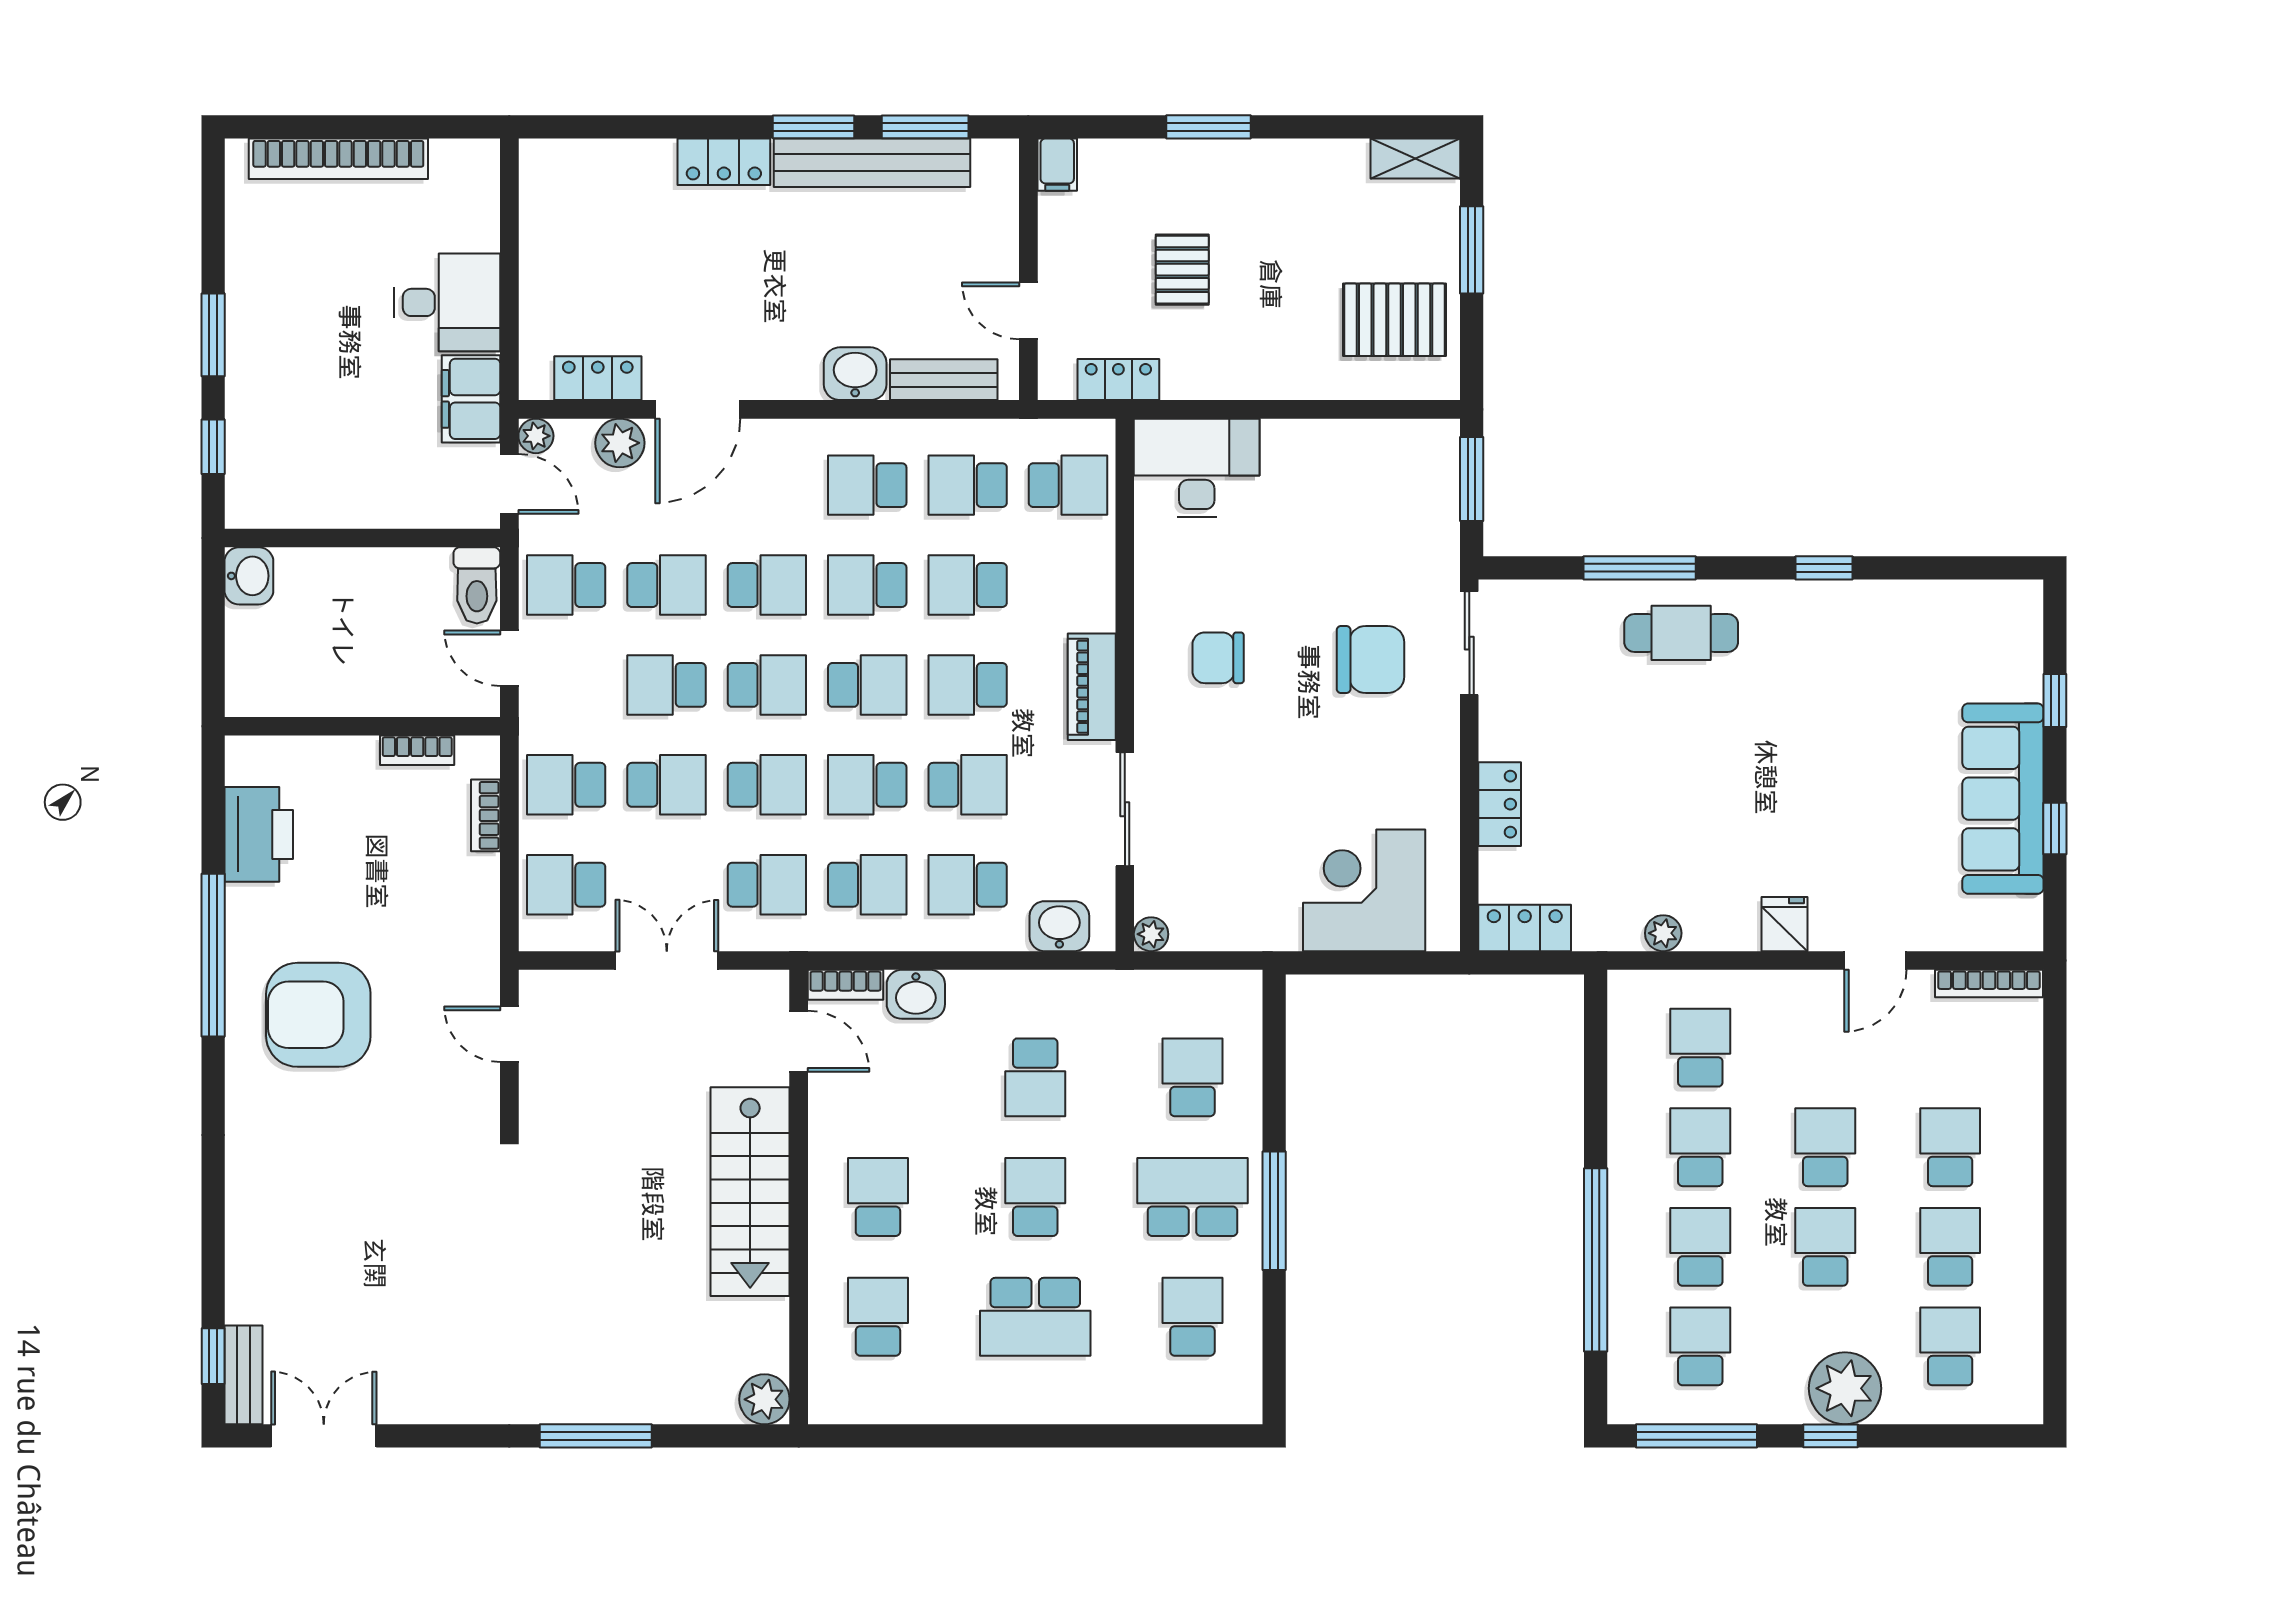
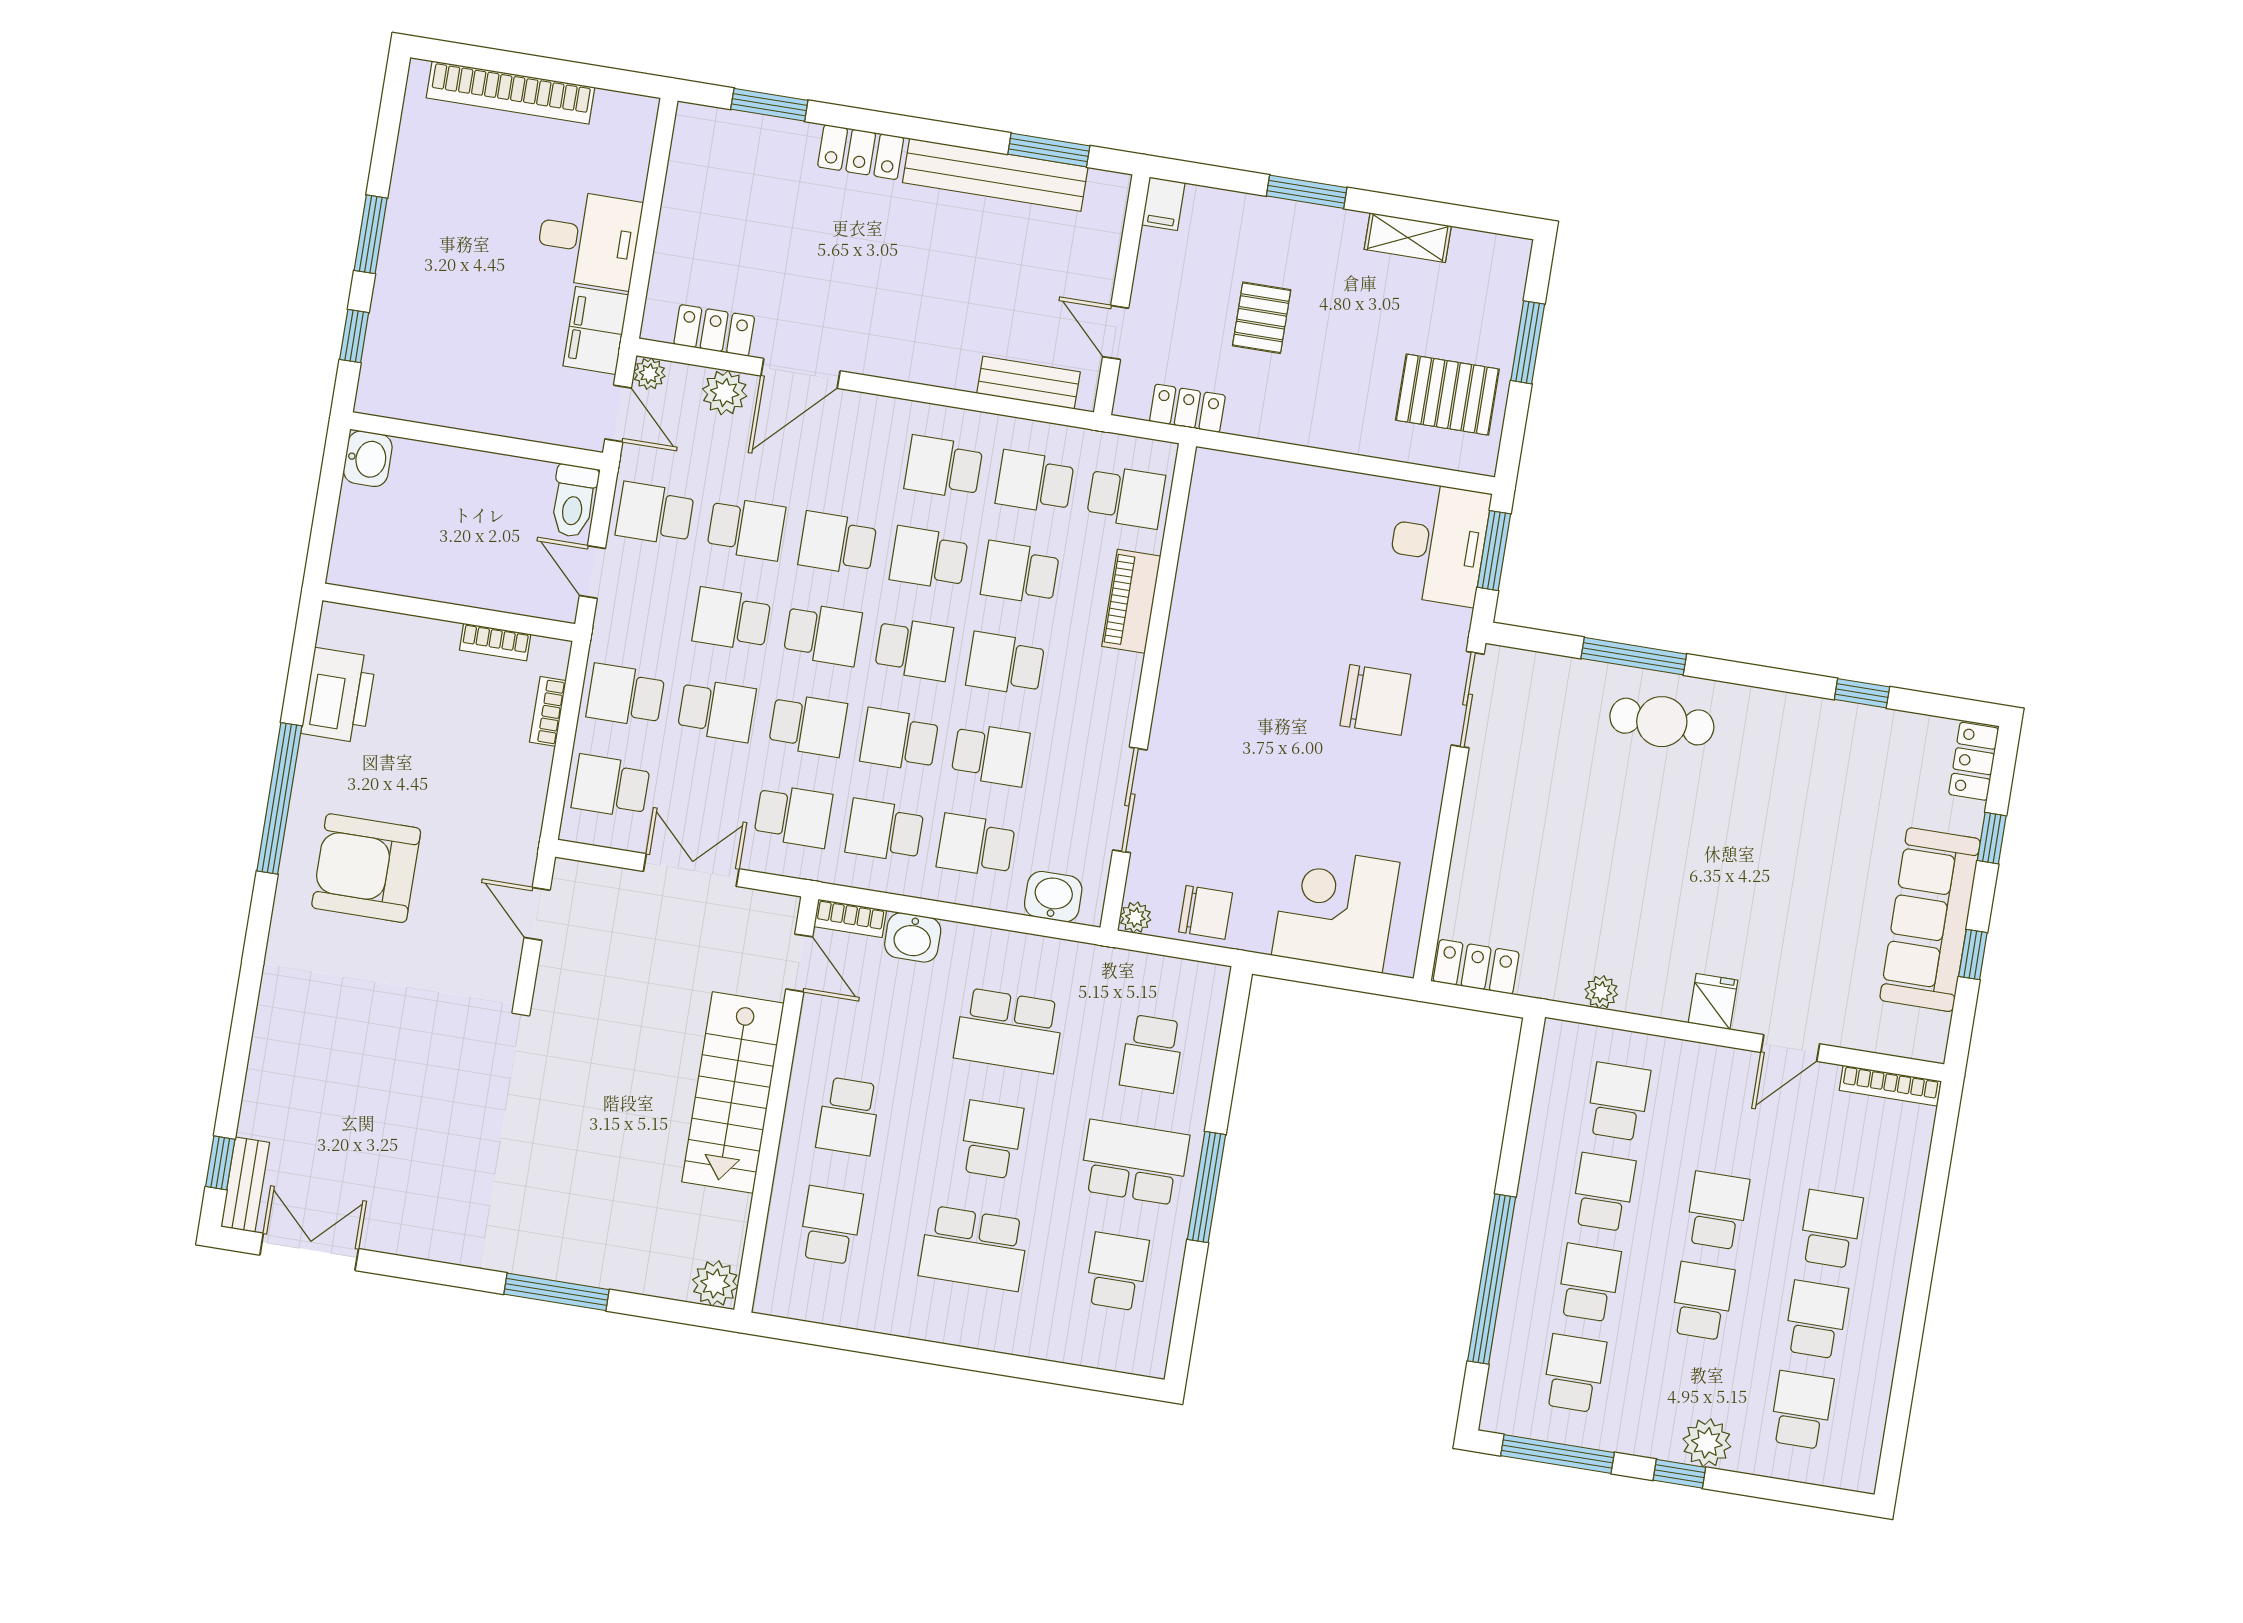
window: (814, 127) -> (769, 105), moved
shelving: (1415, 158) -> (1408, 238), moved
washbasin: (855, 374) -> (949, 364), removed
desk: (1197, 468) -> (1438, 544), moved, turned 90
window: (1824, 568) -> (1862, 693), moved
school desk: (767, 585) -> (837, 543), turned 180
chair: (1218, 658) -> (1206, 912), moved, turned 180
piano: (1092, 687) -> (1131, 601), moved
locker: (1500, 804) -> (1974, 761), moved, turned 180
school desk: (867, 885) -> (885, 831), turned 180
school desk: (1035, 1077) -> (1009, 1031), width x1.85
school desk: (1192, 1077) -> (1152, 1054), turned 180
school desk: (878, 1197) -> (848, 1116), turned 180
plant: (1845, 1388) -> (1707, 1443), width x0.73, depth x0.73

